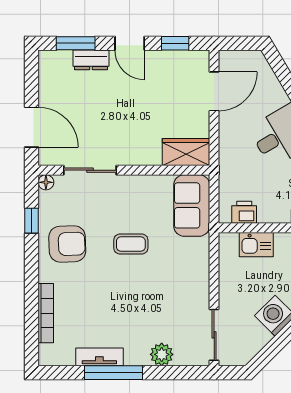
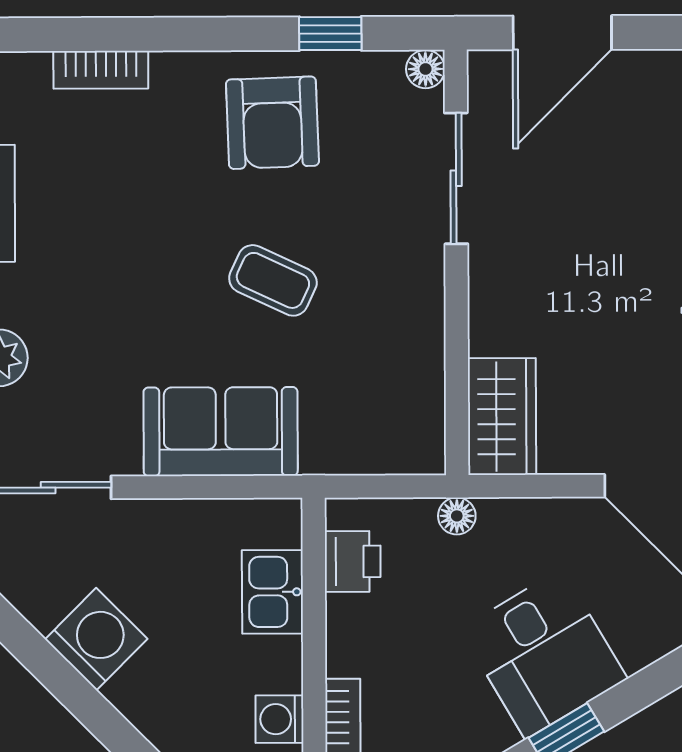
floor lamp: (226, 170) -> (457, 516), added
sofa: (192, 205) -> (221, 432), moved
coffee table: (131, 244) -> (273, 280), turned -65
bookcase: (46, 313) -> (101, 70), width x0.64

